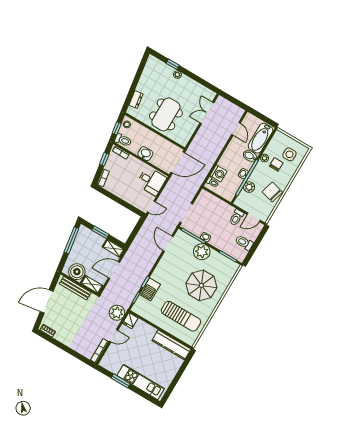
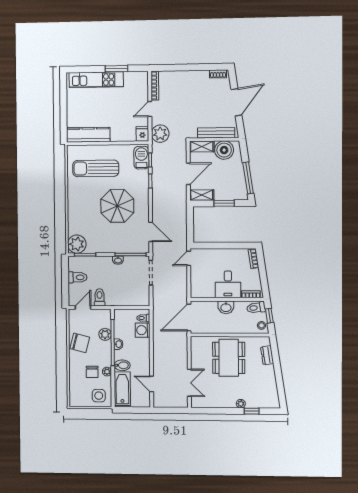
side table: (289, 154) -> (99, 396), moved
window: (104, 159) -> (263, 278), removed
desk: (151, 181) -> (228, 284), moved, turned -90
plant: (202, 252) -> (77, 244), moved
parasol: (201, 285) -> (117, 206), moved
barbecue: (150, 289) -> (141, 158), moved

